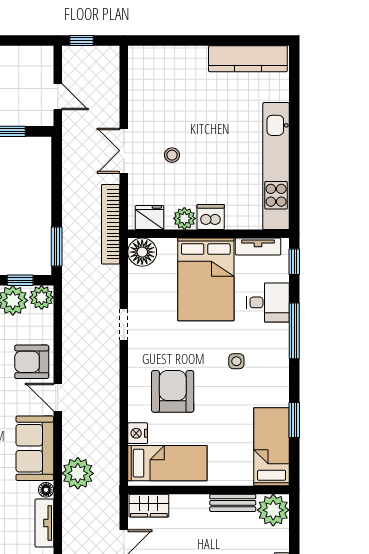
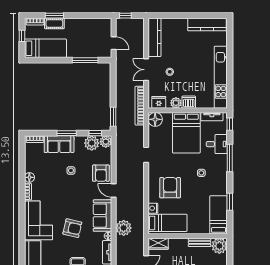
kitchen counter: (141, 85) -> (155, 37), added
armchair: (32, 362) -> (101, 173), turned -90

